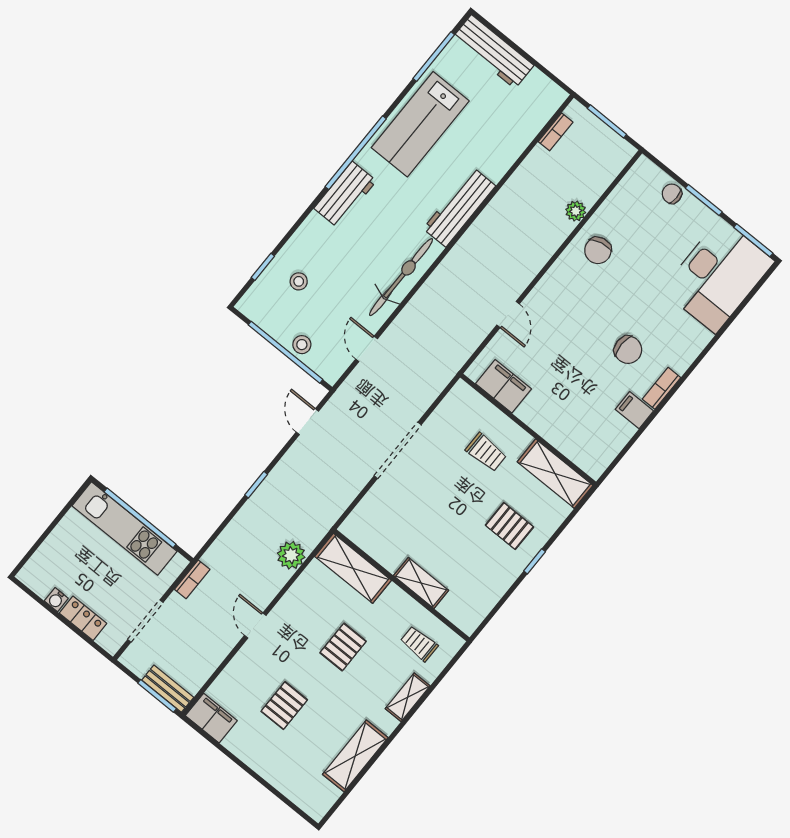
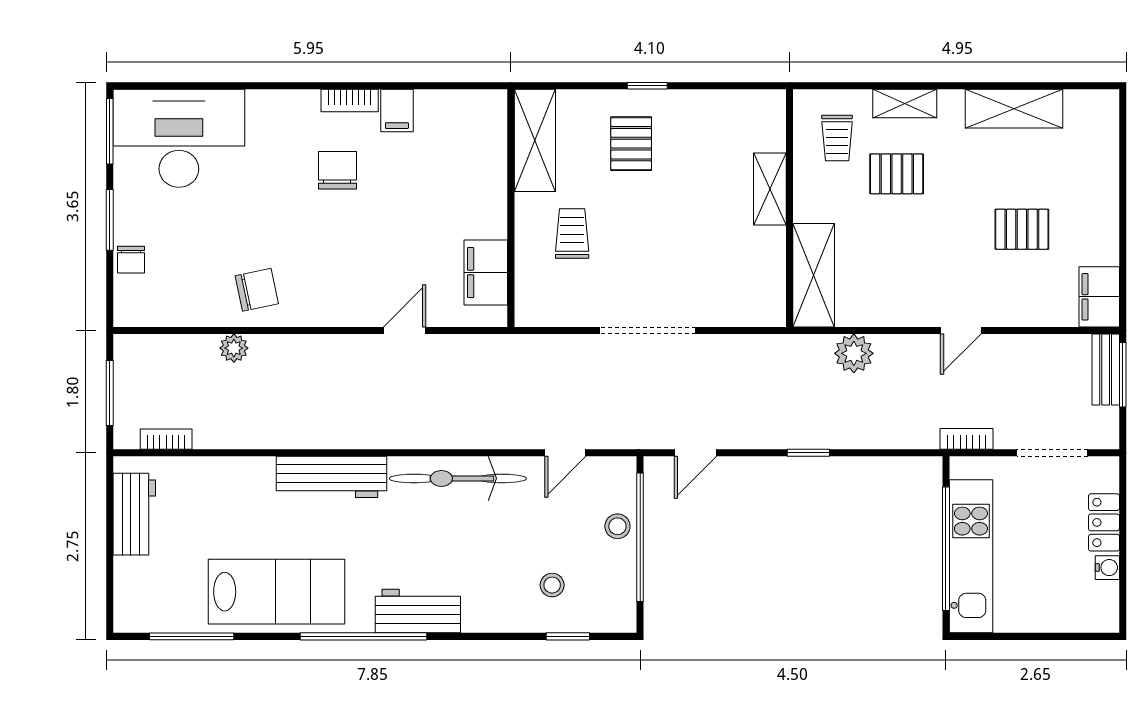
workbench: (493, 52) -> (134, 514), moved, width x0.73
pallet: (343, 647) -> (897, 174), moved

